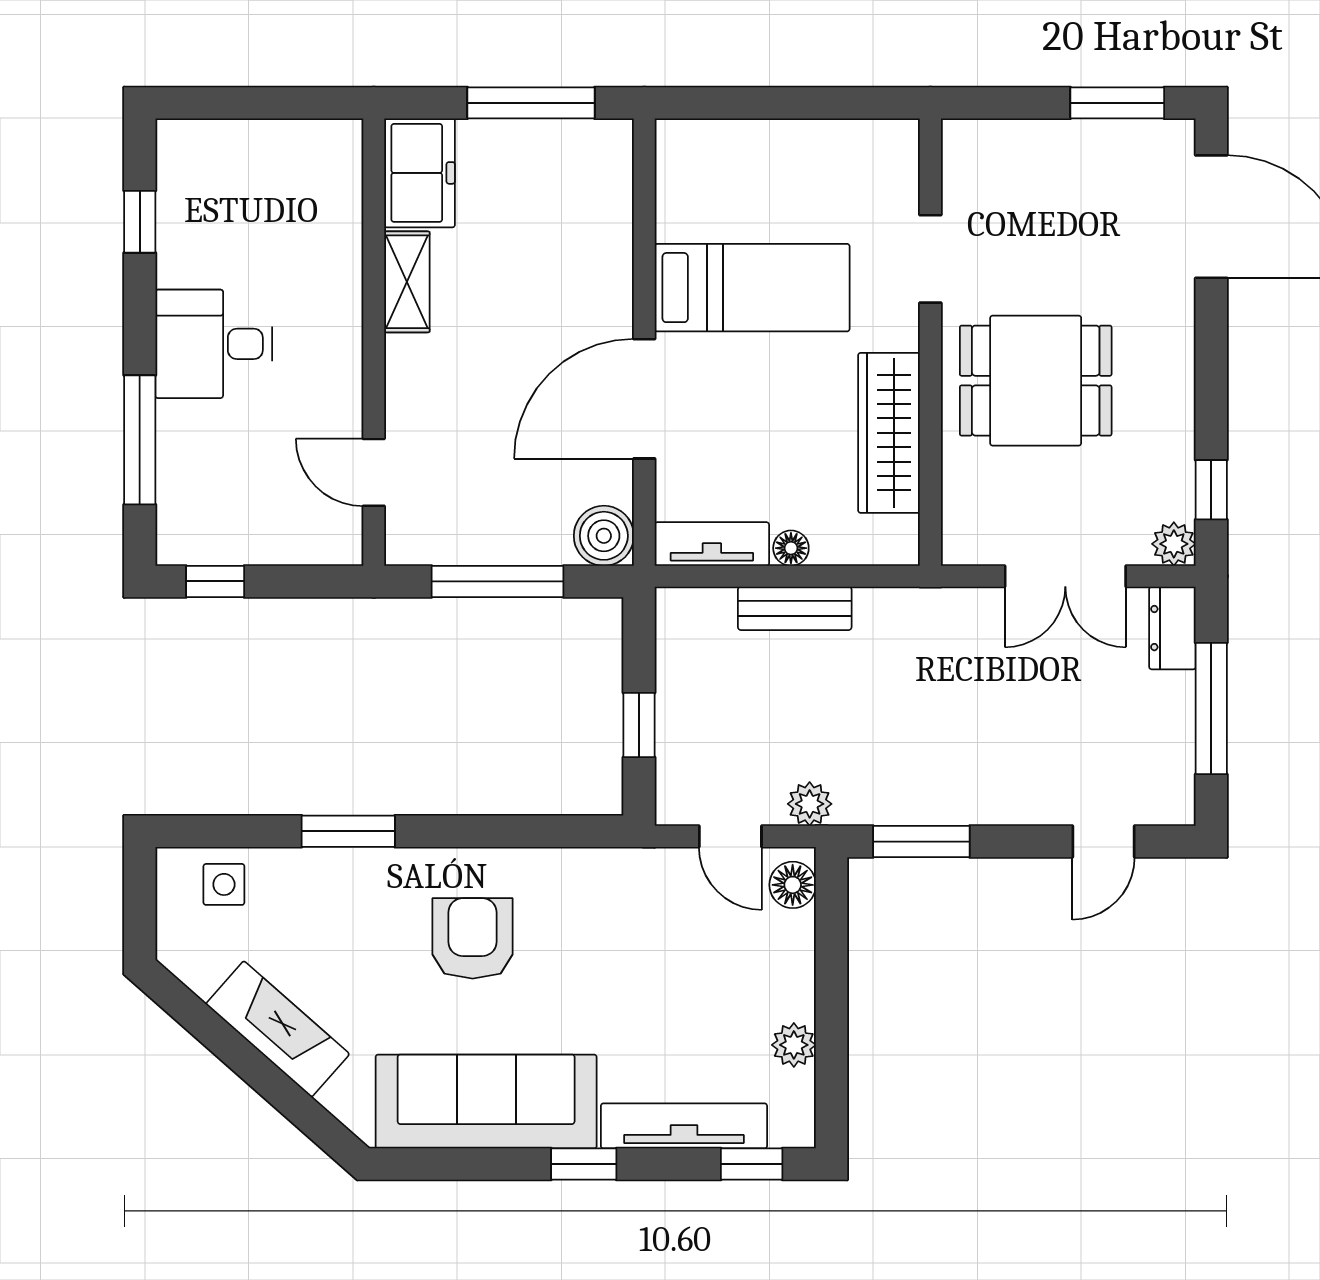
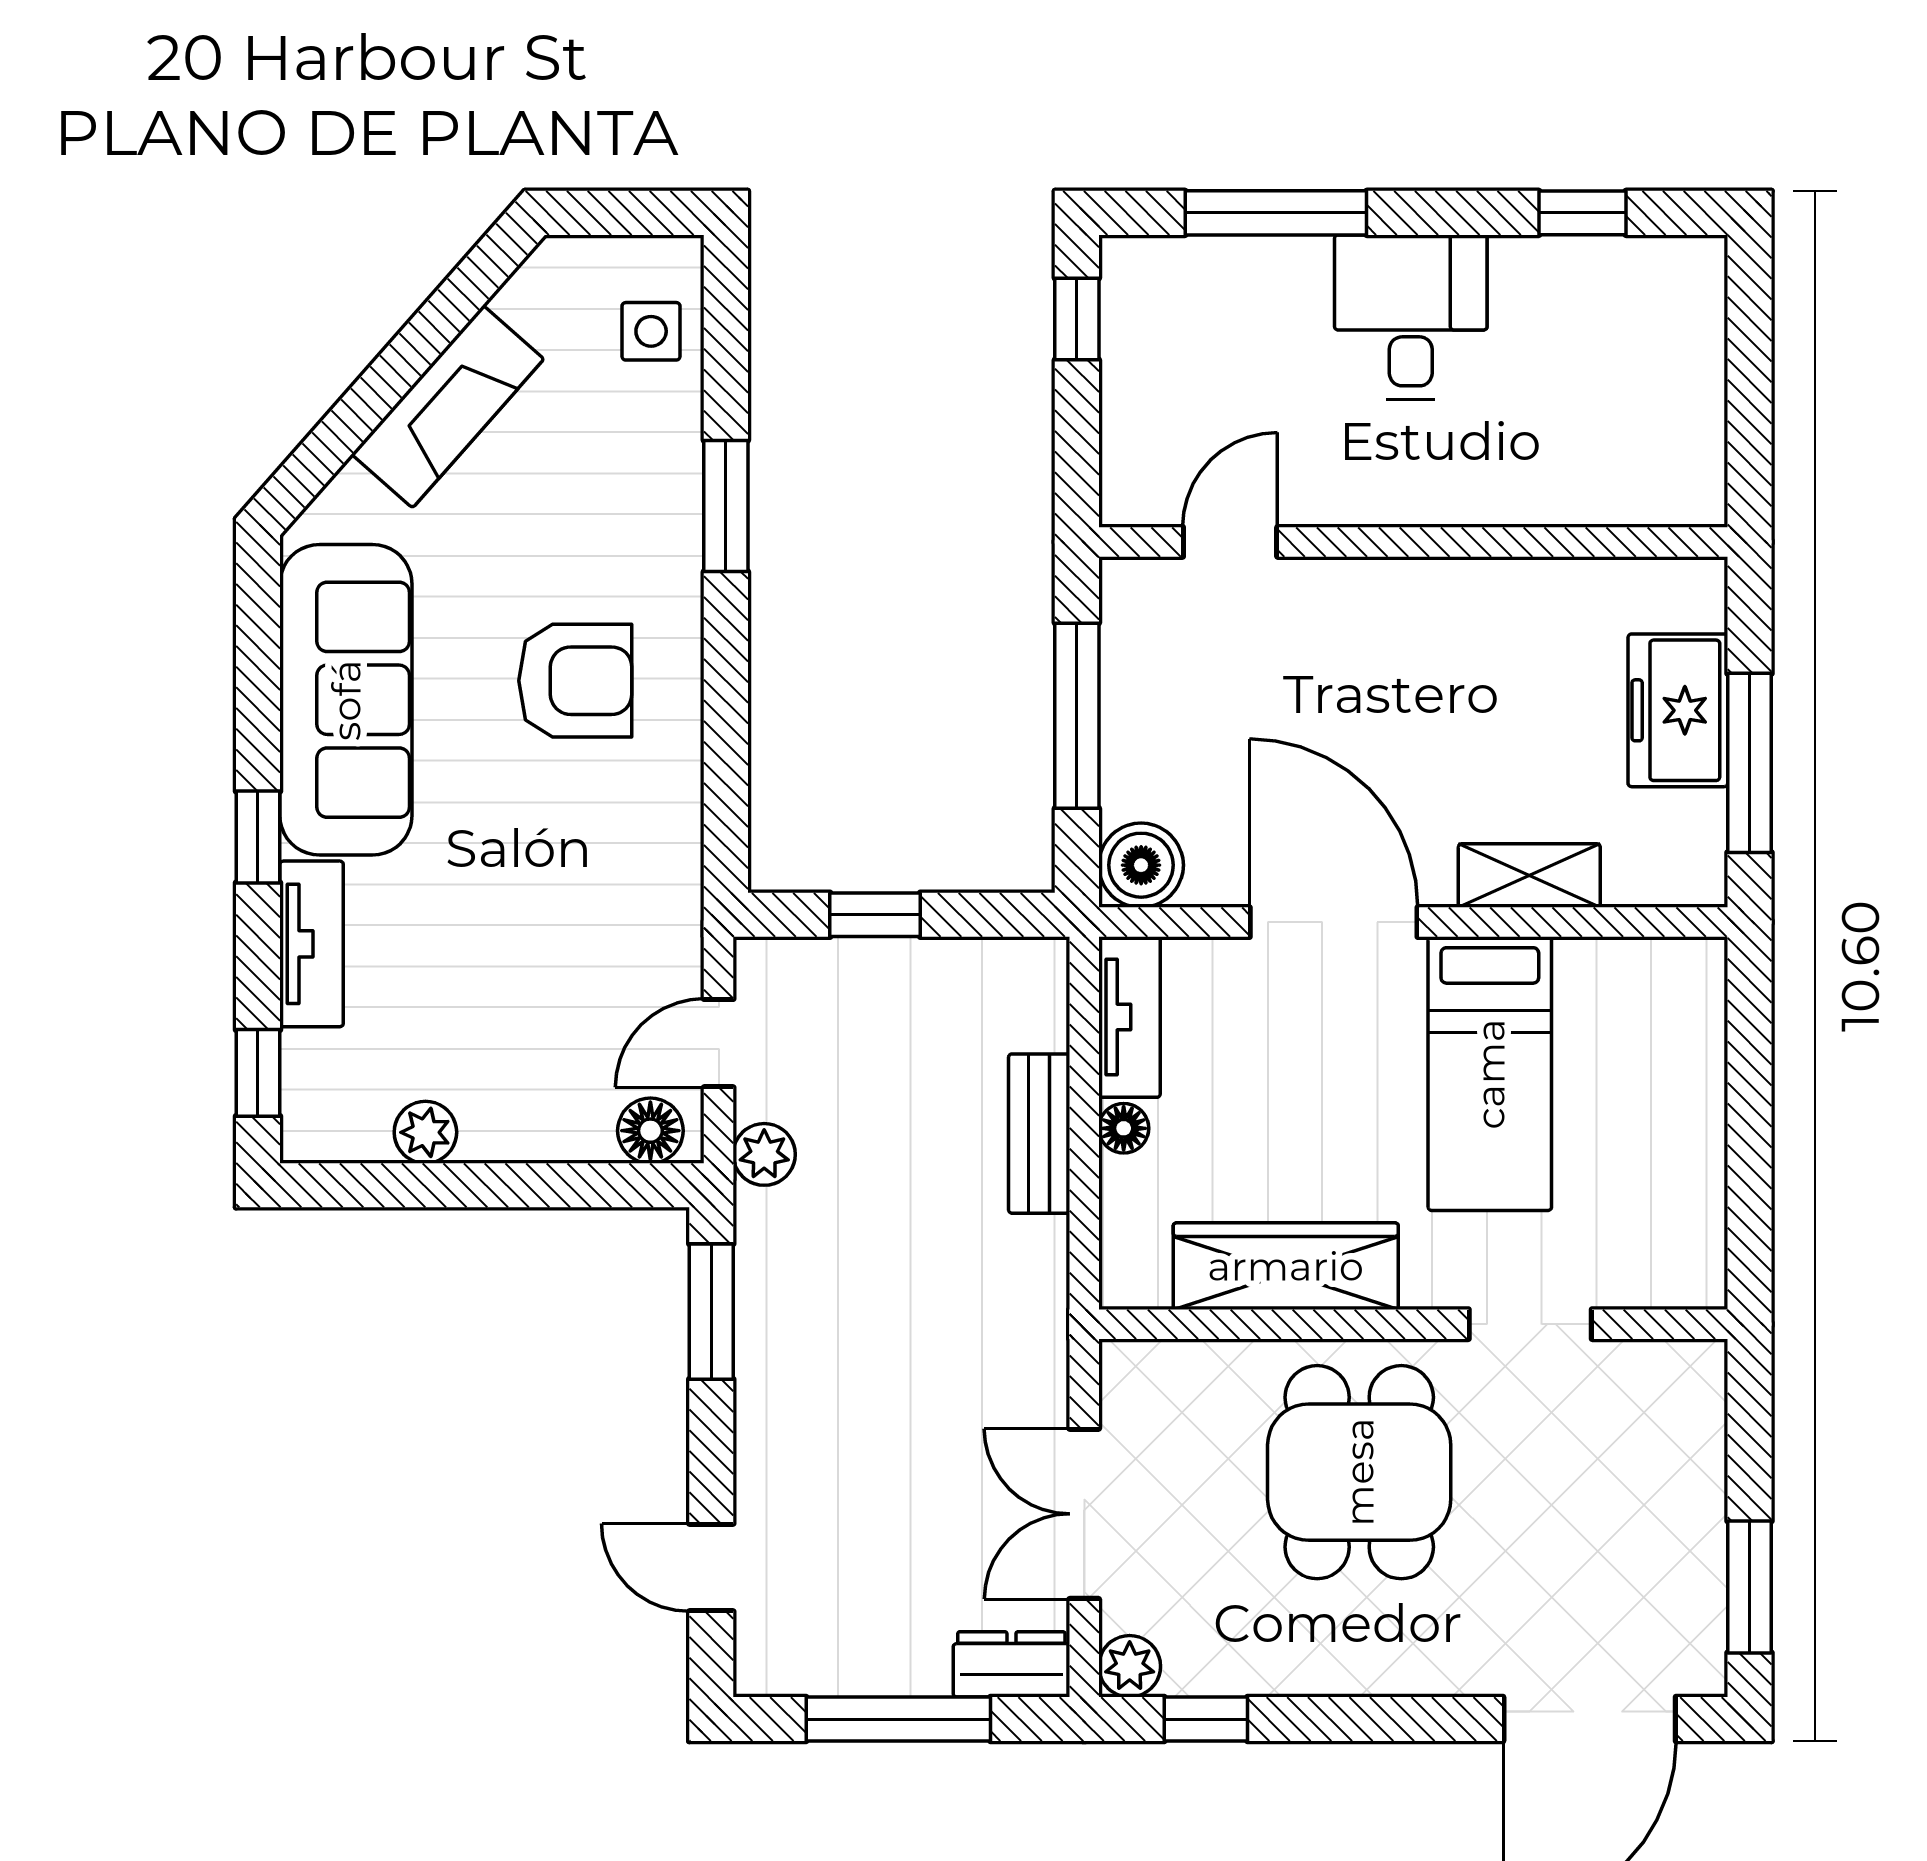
freezer: (420, 173) -> (1678, 710), moved, turned 90
shelving: (407, 282) -> (1529, 876), moved
tv unit: (684, 1126) -> (312, 944), width x0.71

